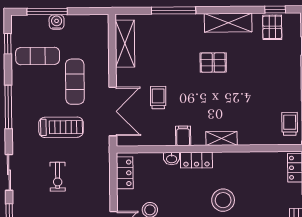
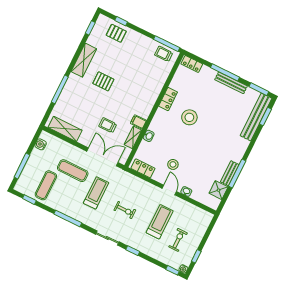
water cooler: (57, 22) -> (41, 144), moved
pallet: (272, 27) -> (116, 33), moved
pallet: (213, 63) -> (103, 81), turned 90
shelving: (221, 138) -> (133, 137), moved
locker: (196, 160) -> (168, 99), moved

